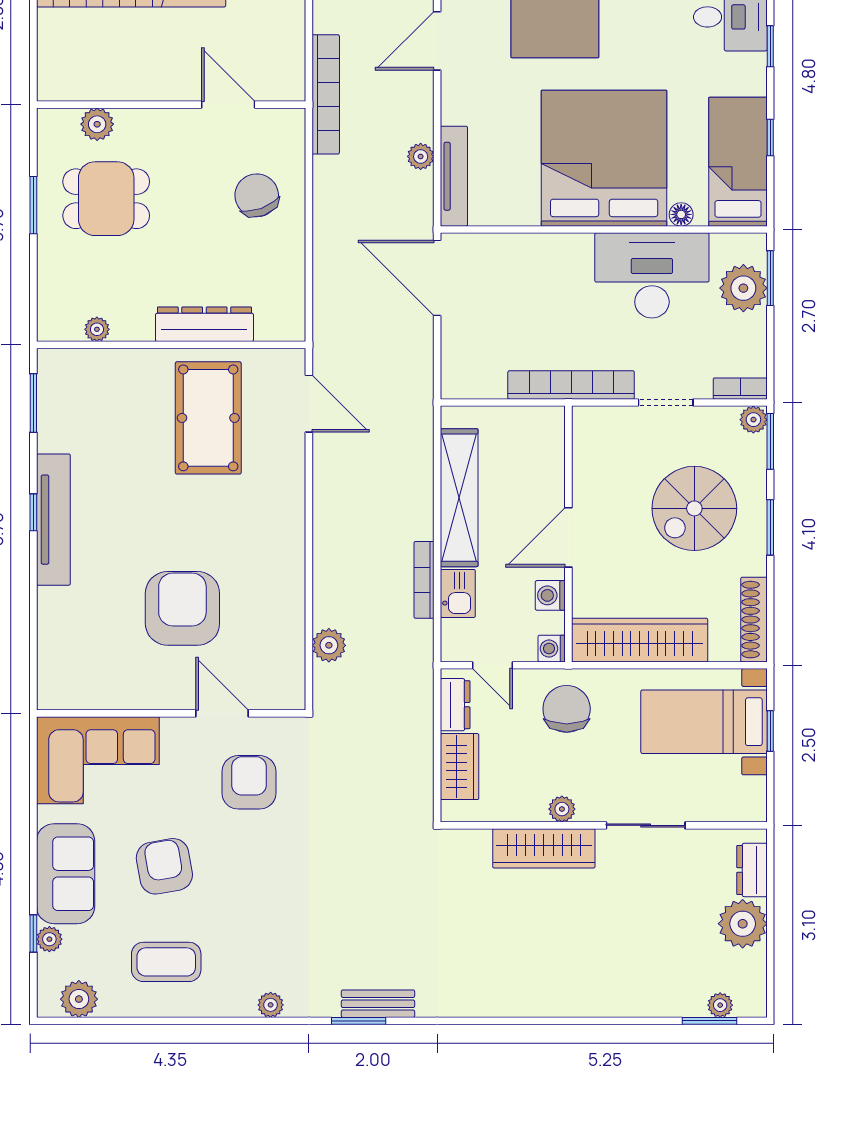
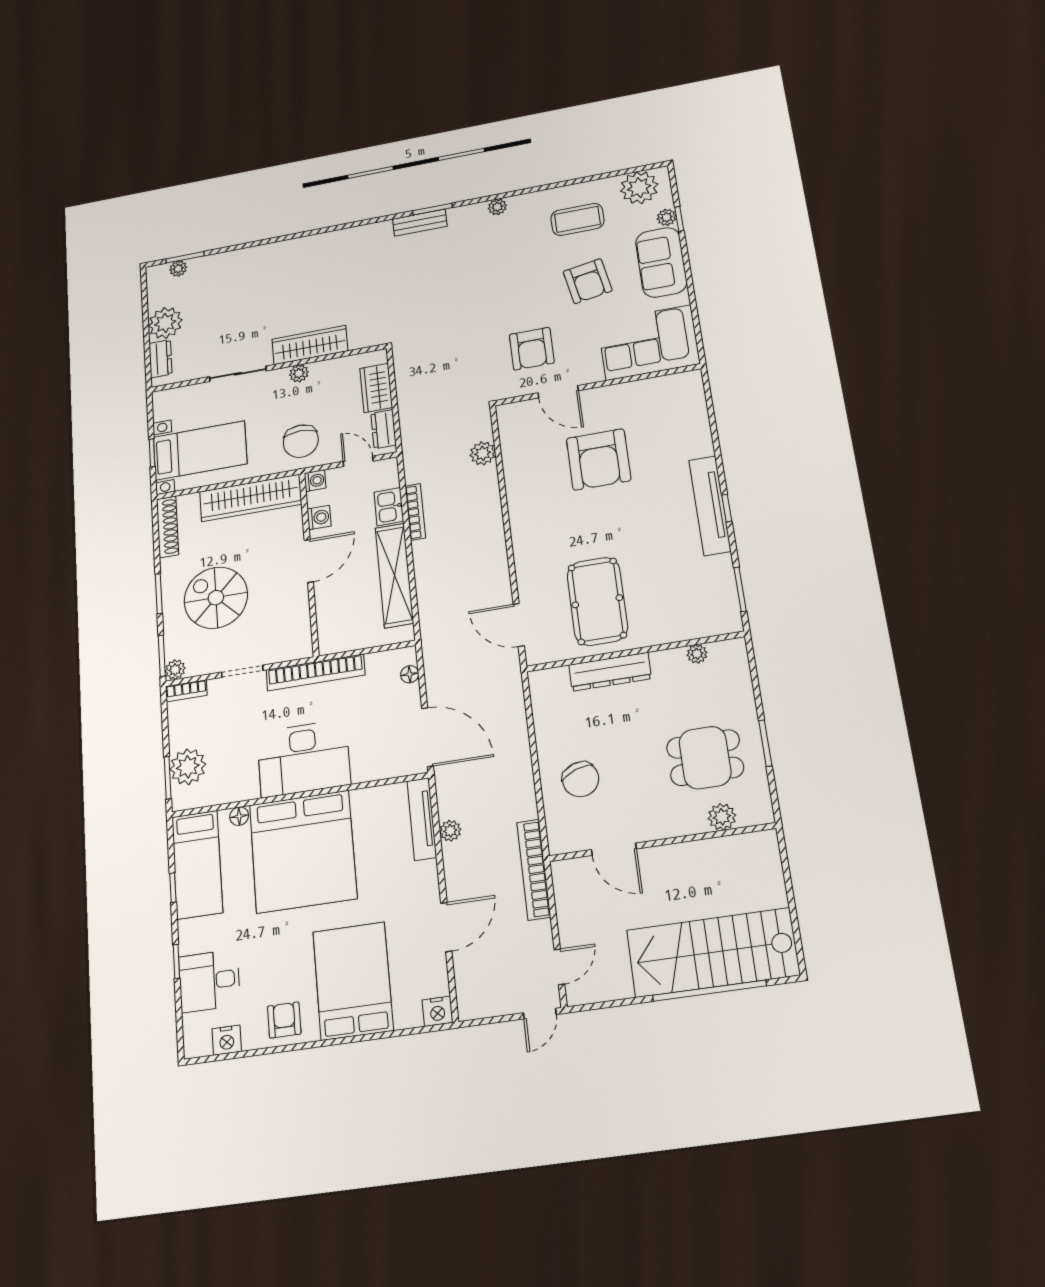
desk: (652, 275) -> (304, 758), moved
floor lamp: (452, 362) -> (410, 674), added
spiral stairs: (694, 508) -> (216, 598), turned -90
plant: (79, 999) -> (639, 188), width x1.36, depth x1.36

